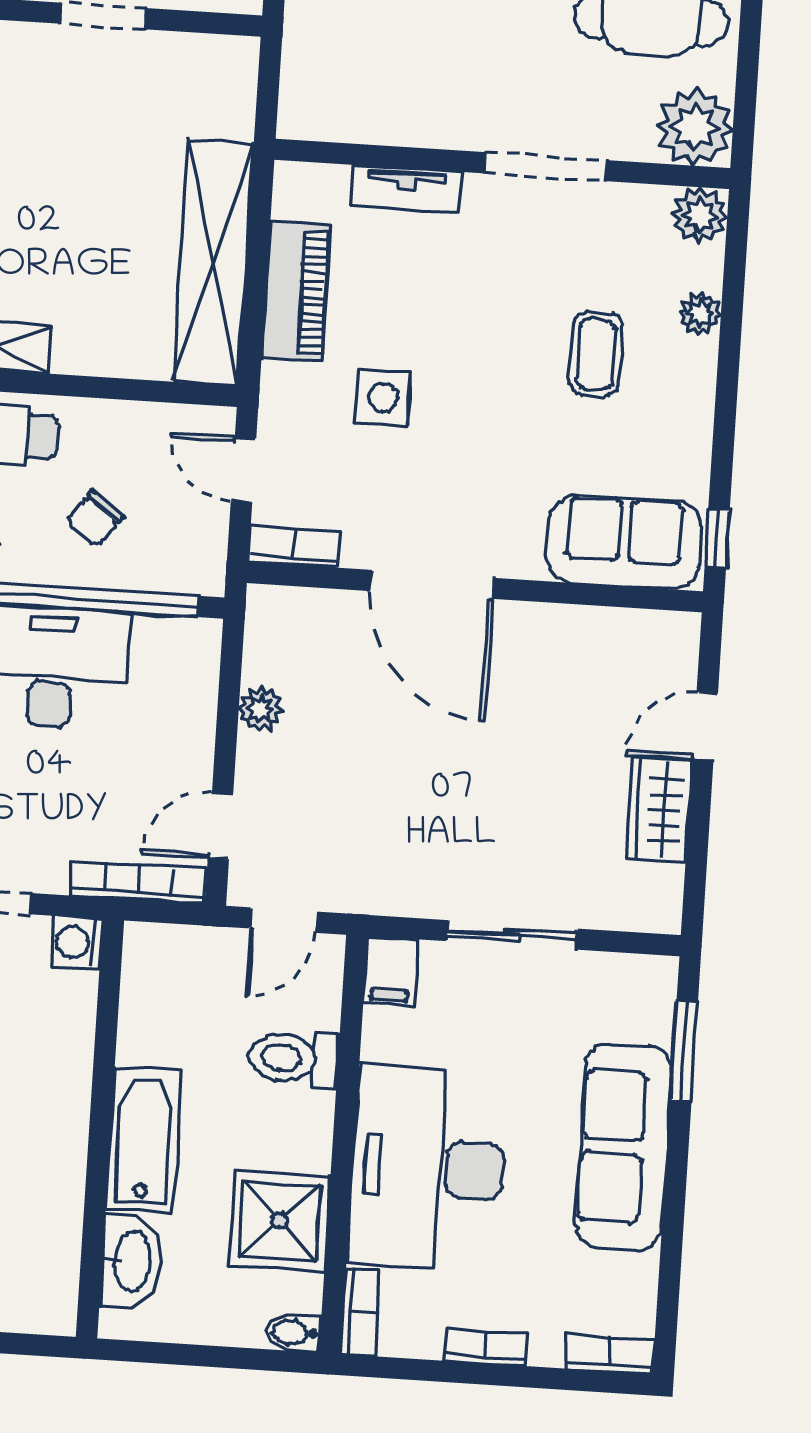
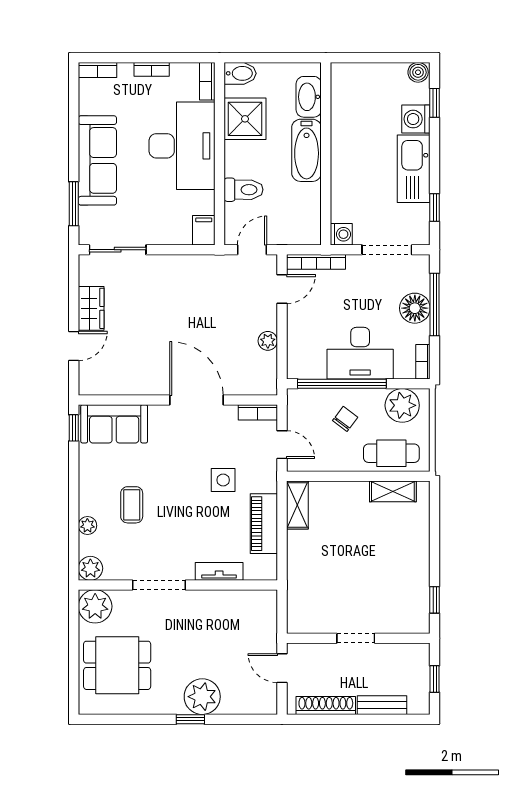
shelving: (213, 263) -> (297, 505), width x0.45, depth x0.75
sliding door: (512, 935) -> (118, 250), moved
bidet: (294, 1333) -> (240, 73), width x1.38, depth x1.36

